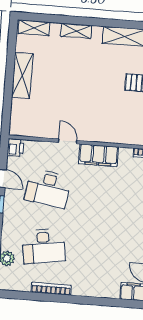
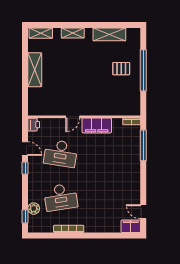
door: (68, 141) -> (73, 117), swing flipped

